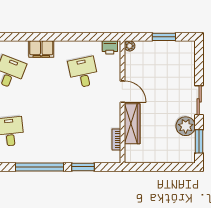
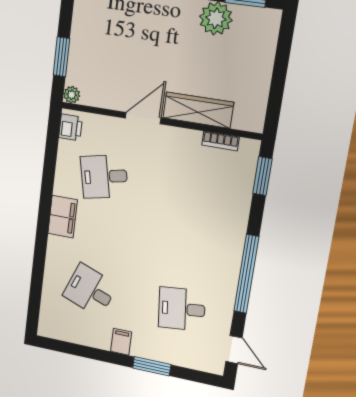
window: (164, 37) -> (61, 57), moved
filing cabinet: (41, 49) -> (63, 217), moved
window: (83, 167) -> (262, 176), moved

